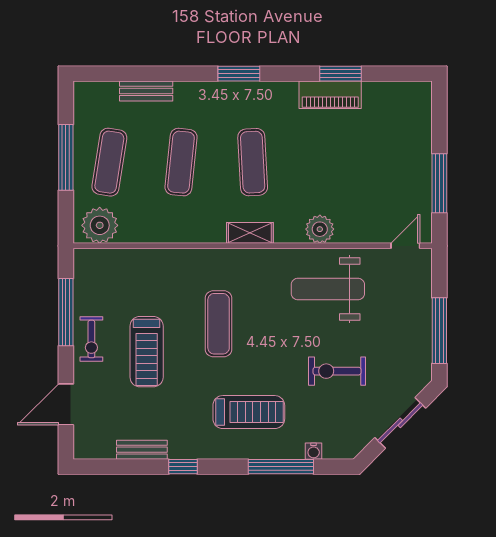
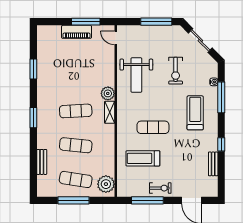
piano: (330, 95) -> (77, 32), moved, turned 90
plant: (320, 229) -> (108, 93), moved
treadmill: (147, 352) -> (143, 158), moved, turned 180

